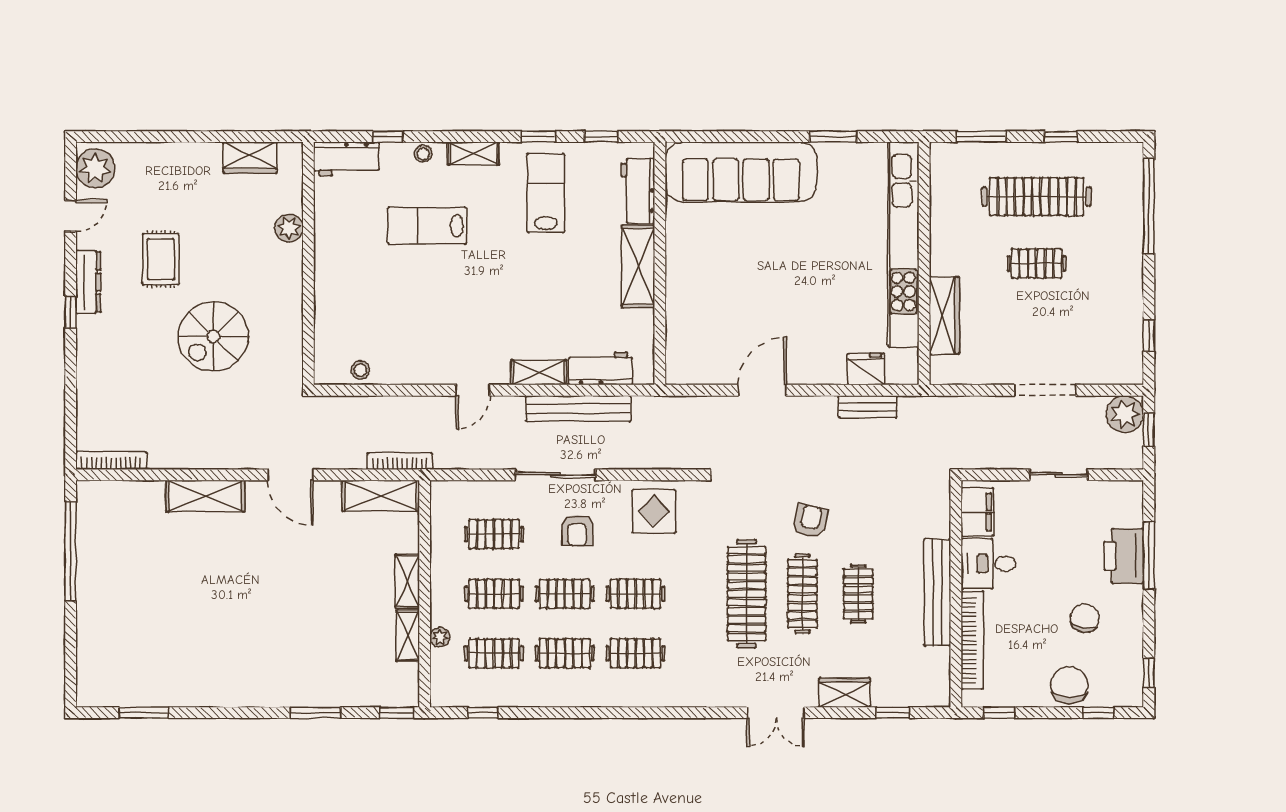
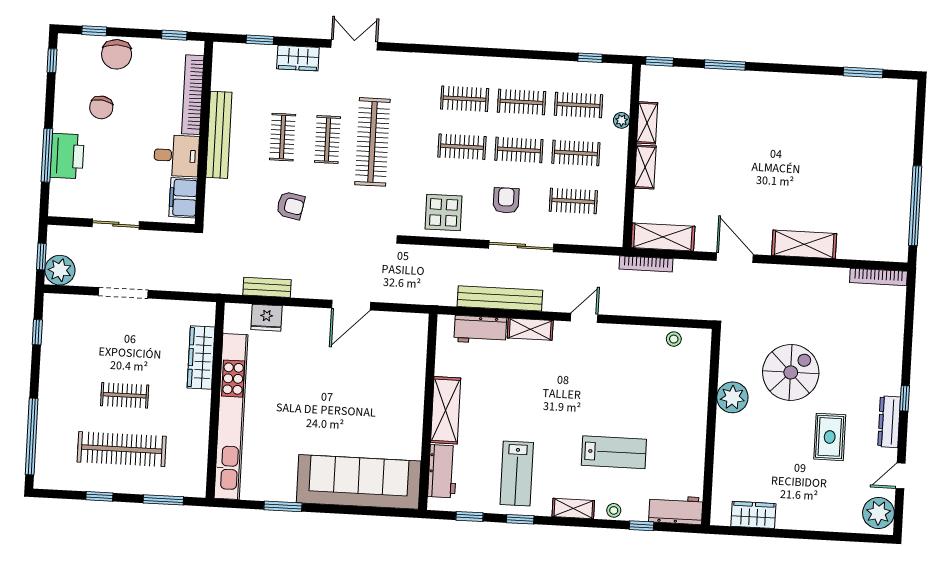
plant: (289, 228) -> (732, 397), moved, width x1.36, depth x1.36
armchair: (810, 521) -> (291, 206), moved, turned -91
clothes rail: (802, 594) -> (328, 140), width x0.73

